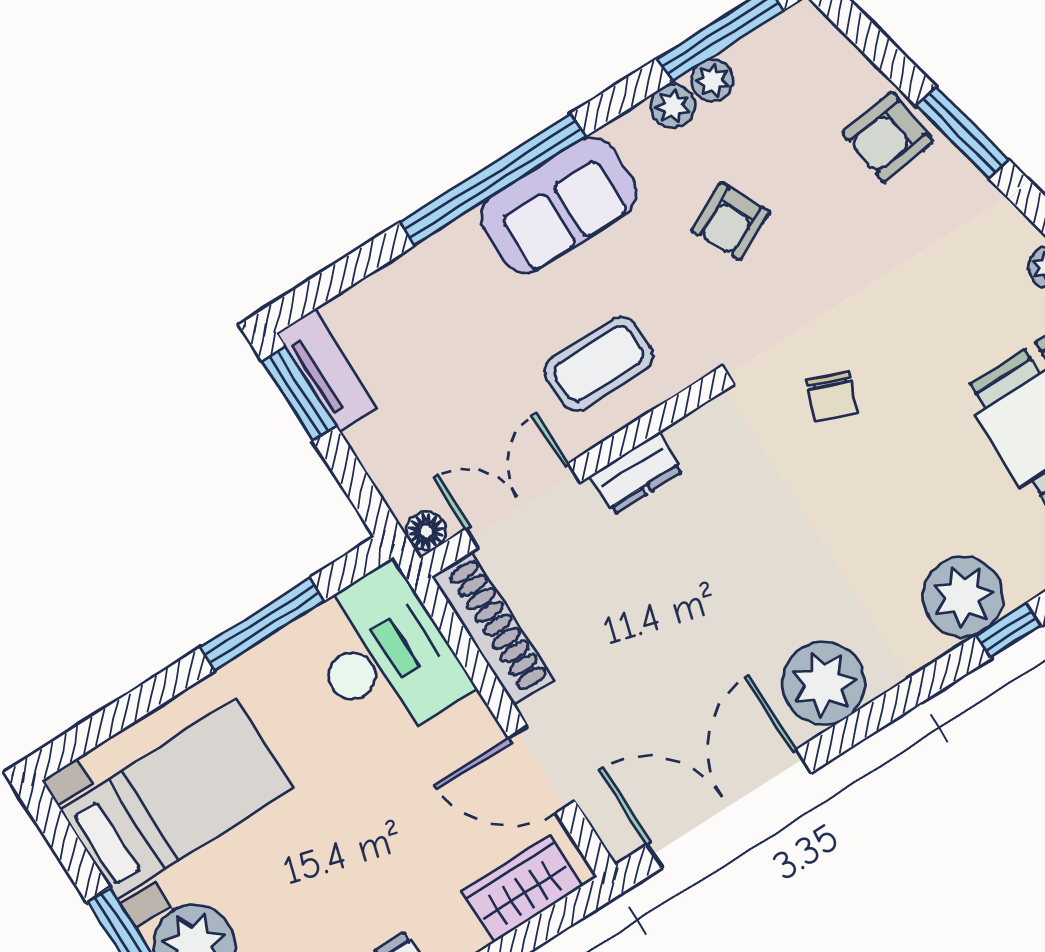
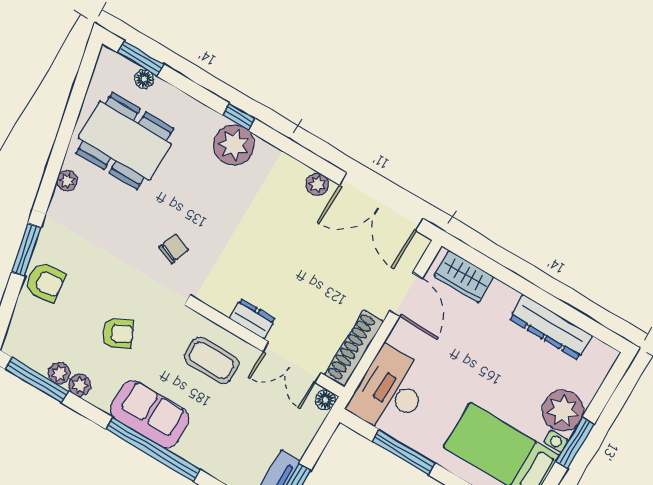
plant: (824, 683) -> (317, 184), width x0.53, depth x0.53

